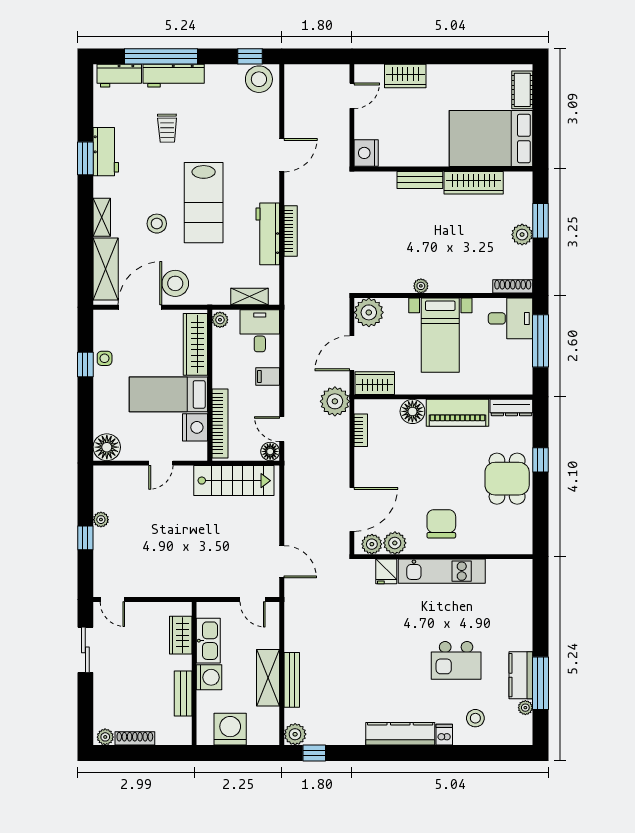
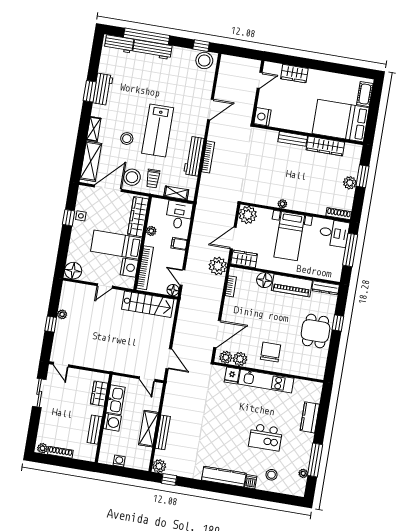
trolley: (167, 128) -> (153, 178), moved
plant: (220, 320) -> (151, 231), moved
kitchen counter: (521, 675) -> (310, 417), moved
washing machine: (230, 729) -> (119, 461), width x0.53, depth x0.53

